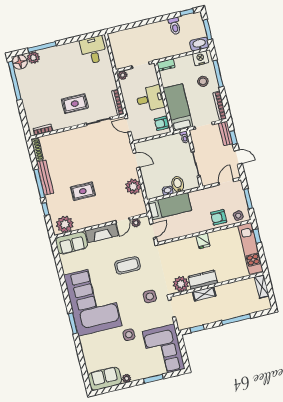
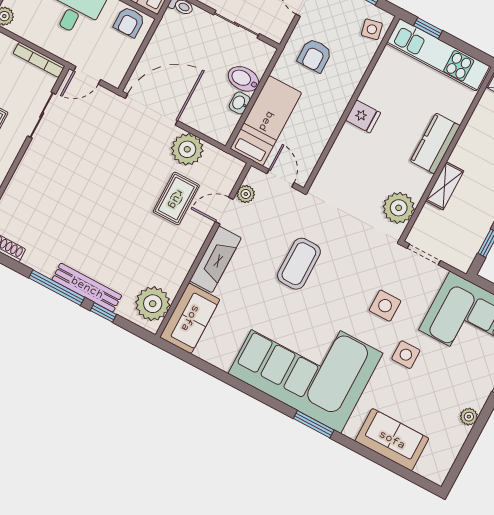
door: (136, 160) -> (151, 110), width x1.87
bench: (45, 178) -> (87, 288), moved
rug: (83, 191) -> (176, 199), moved
armchair: (219, 217) -> (315, 55), moved
door: (123, 220) -> (224, 211), swing flipped
kitchen counter: (203, 280) -> (435, 143), moved
side table: (150, 296) -> (385, 306), moved
sofa: (105, 379) -> (392, 440), moved, turned 90

